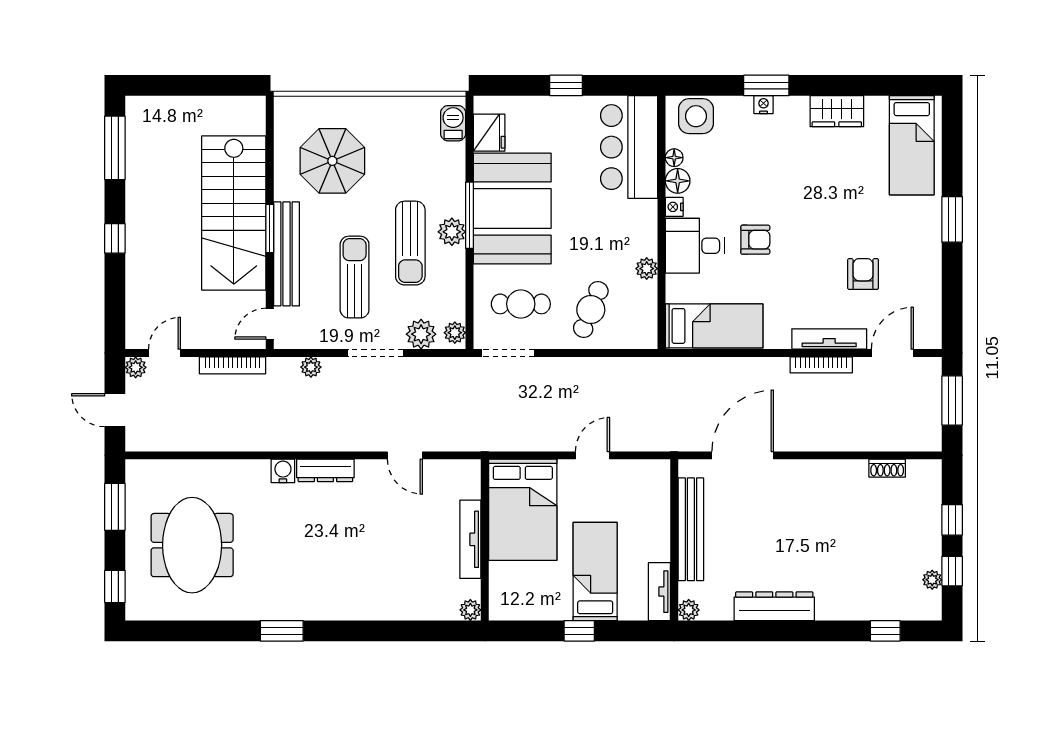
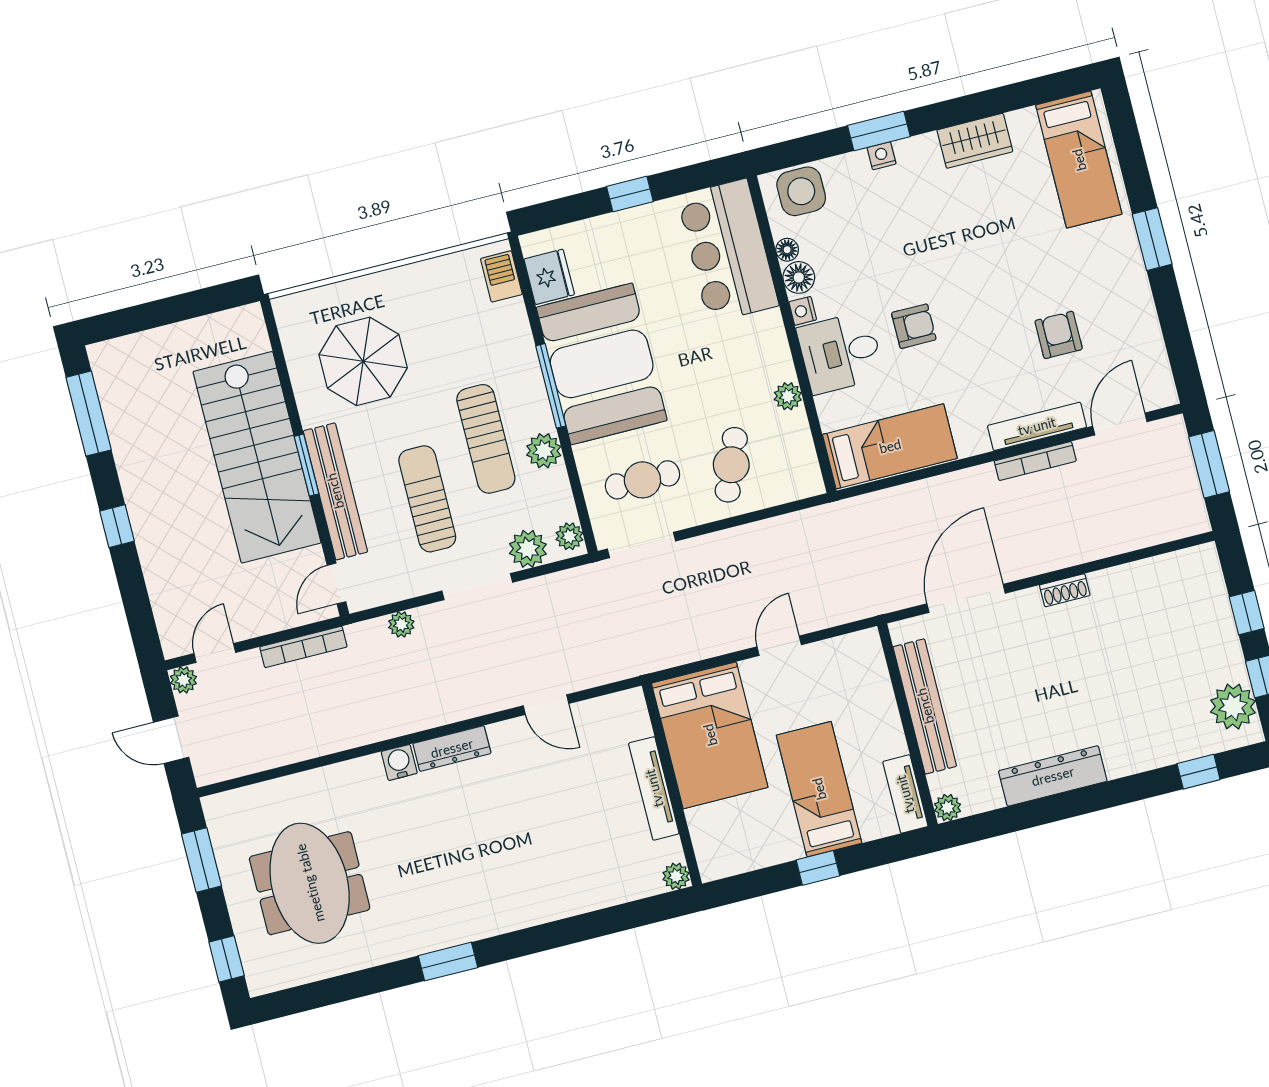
plant: (452, 232) -> (544, 451), moved
shoe rack: (887, 468) -> (1065, 590), moved
plant: (932, 580) -> (1233, 707), width x1.88, depth x1.88

